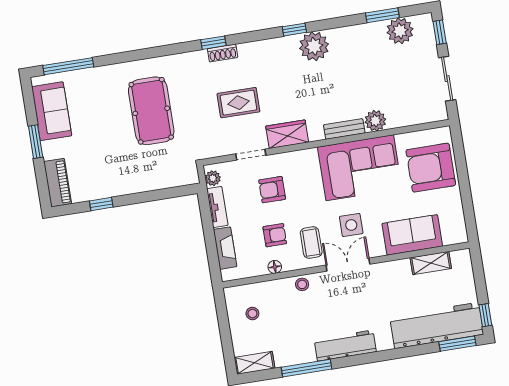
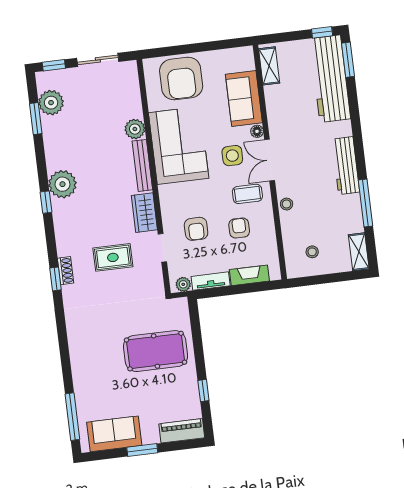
rug: (238, 103) -> (113, 257), turned 90
pool table: (151, 111) -> (156, 351), moved
bench: (344, 129) -> (142, 165), width x1.36
shelving: (431, 263) -> (269, 66), moved
floor lamp: (275, 267) -> (257, 131), moved

